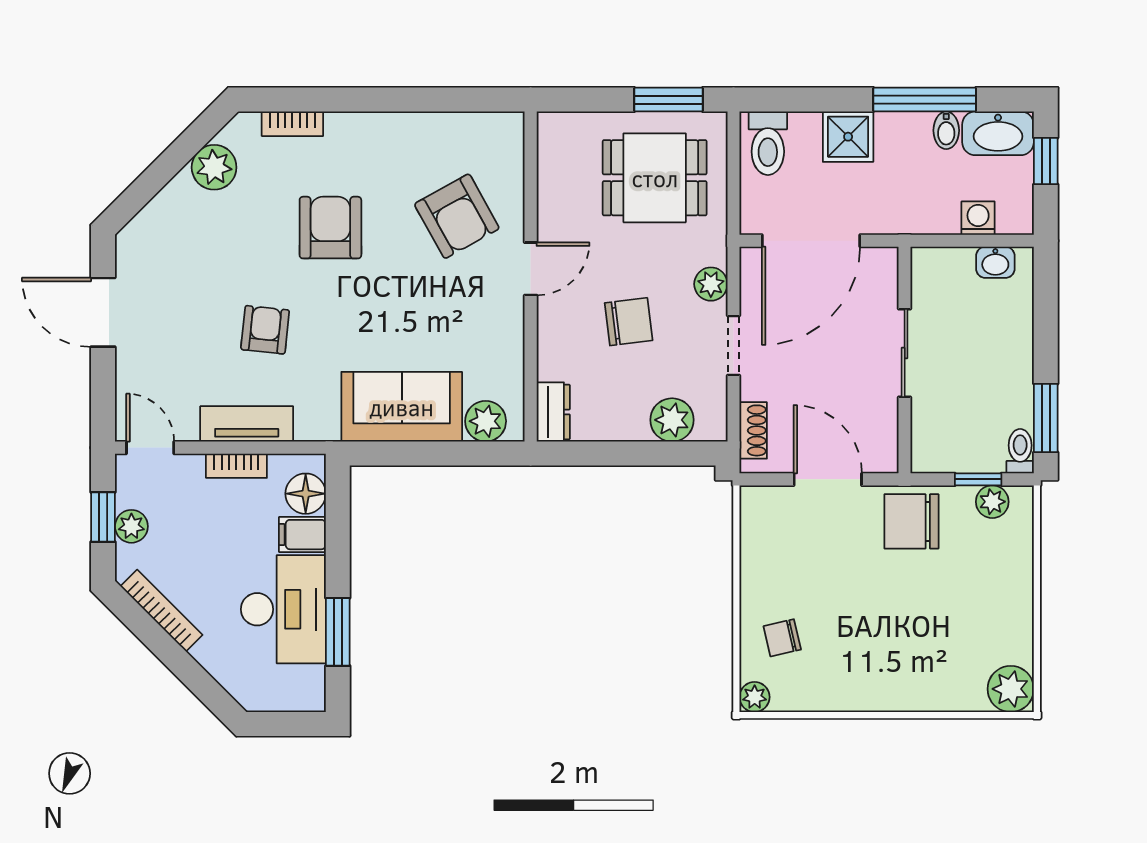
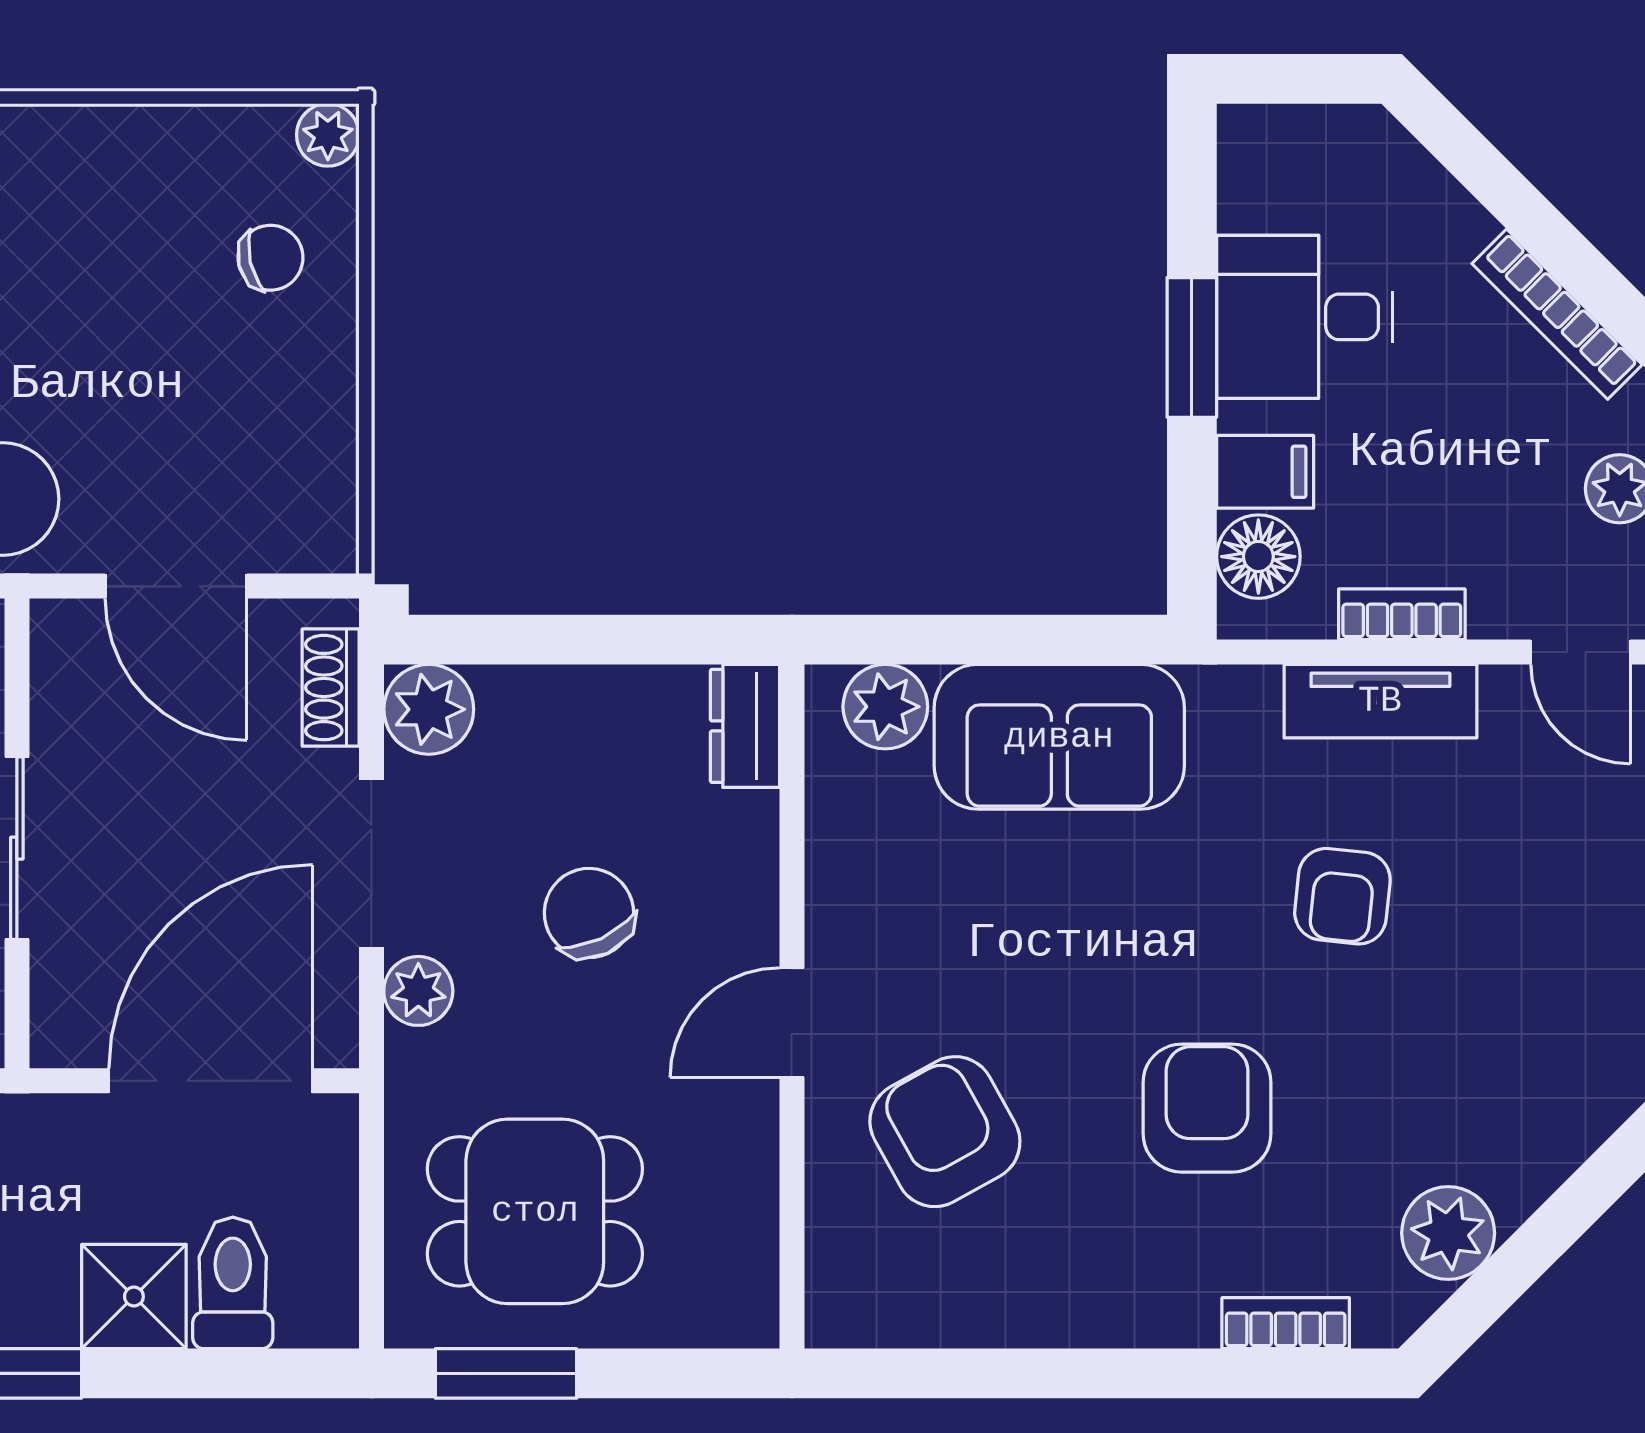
toilet: (768, 143) -> (233, 1283), moved
armchair: (330, 228) -> (1207, 1108), turned 180
chair: (629, 322) -> (589, 913), turned 72
doorway: (733, 346) -> (371, 864), width x1.38
plant: (672, 420) -> (429, 709), moved
desk: (283, 609) -> (1305, 317), width x0.73
window: (338, 632) -> (1192, 347), moved

